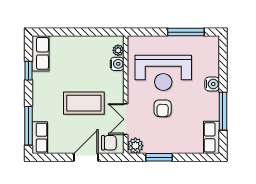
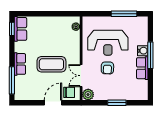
water cooler: (117, 64) -> (75, 36), removed
window: (28, 71) -> (12, 29), moved
window: (223, 111) -> (150, 55), moved
row of seats: (212, 137) -> (142, 68), moved
row of seats: (40, 138) -> (20, 64), moved
window: (159, 157) -> (117, 103), moved

